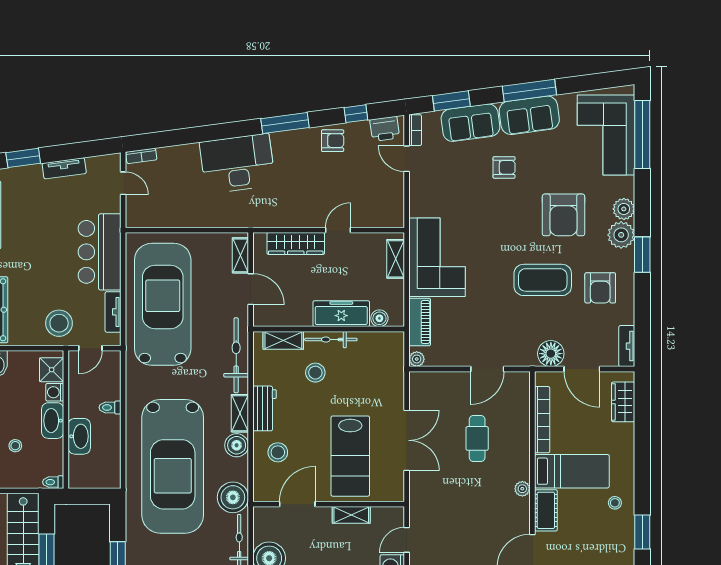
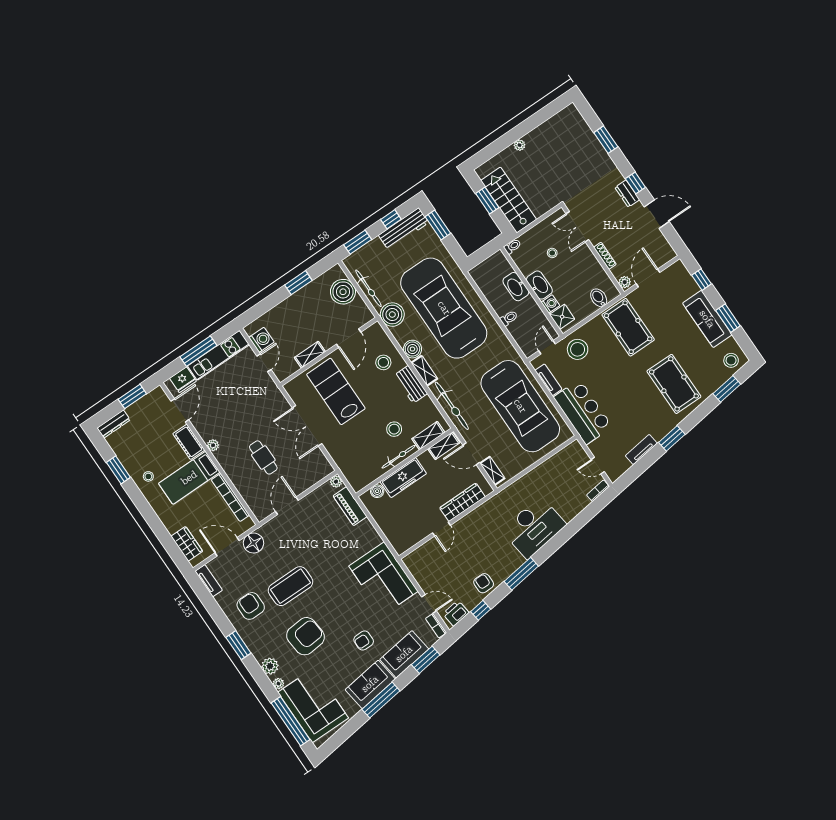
armchair: (333, 141) -> (484, 583), turned 90
armchair: (563, 215) -> (306, 636), turned 85
plant: (621, 235) -> (278, 684), moved, width x0.53, depth x0.53
corner sofa: (437, 257) -> (383, 579), moved
shelving: (396, 259) -> (444, 446), moved, turned 90

